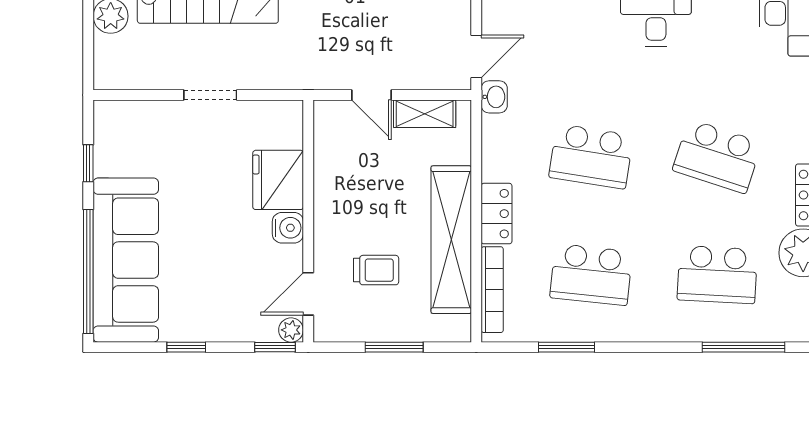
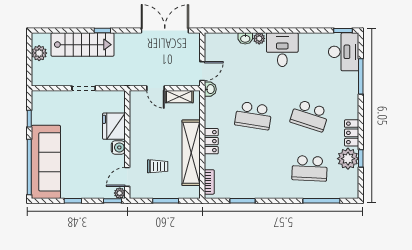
school desk: (591, 275) -> (253, 168), removed
bookcase: (492, 290) -> (209, 182), width x0.64

